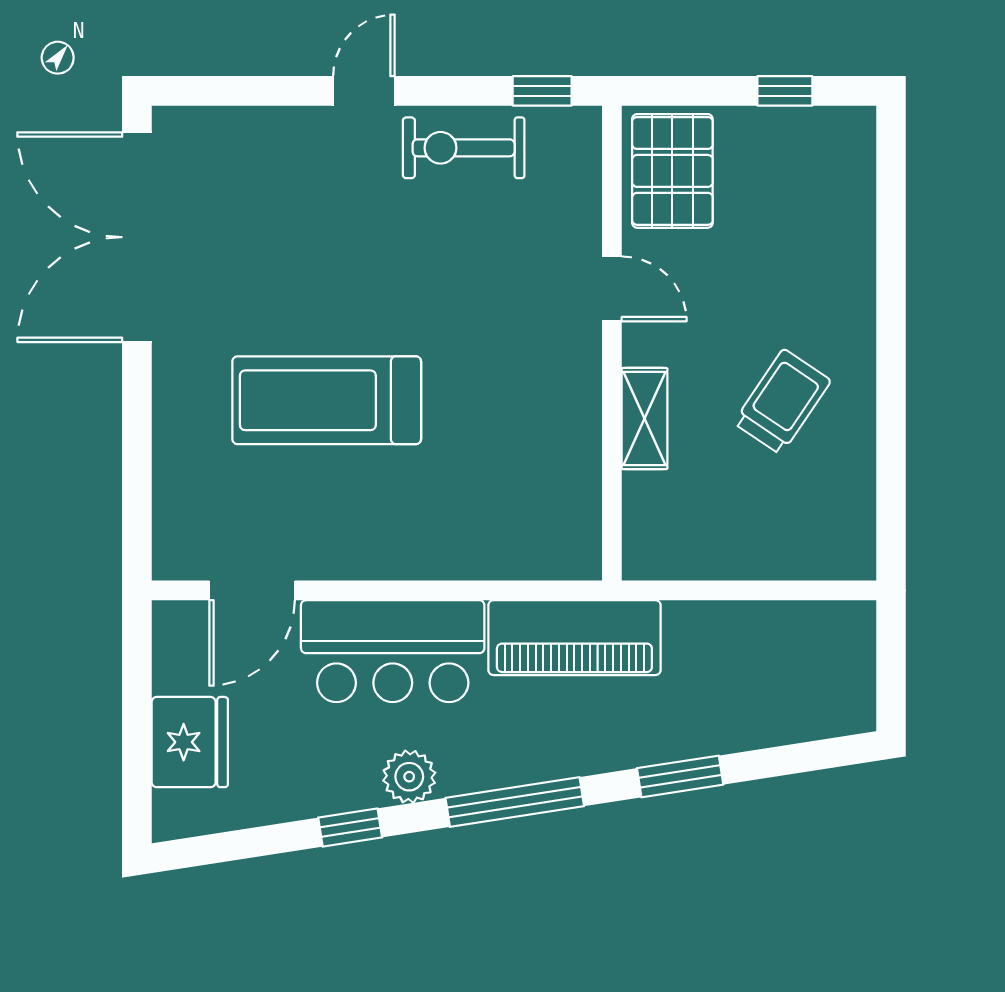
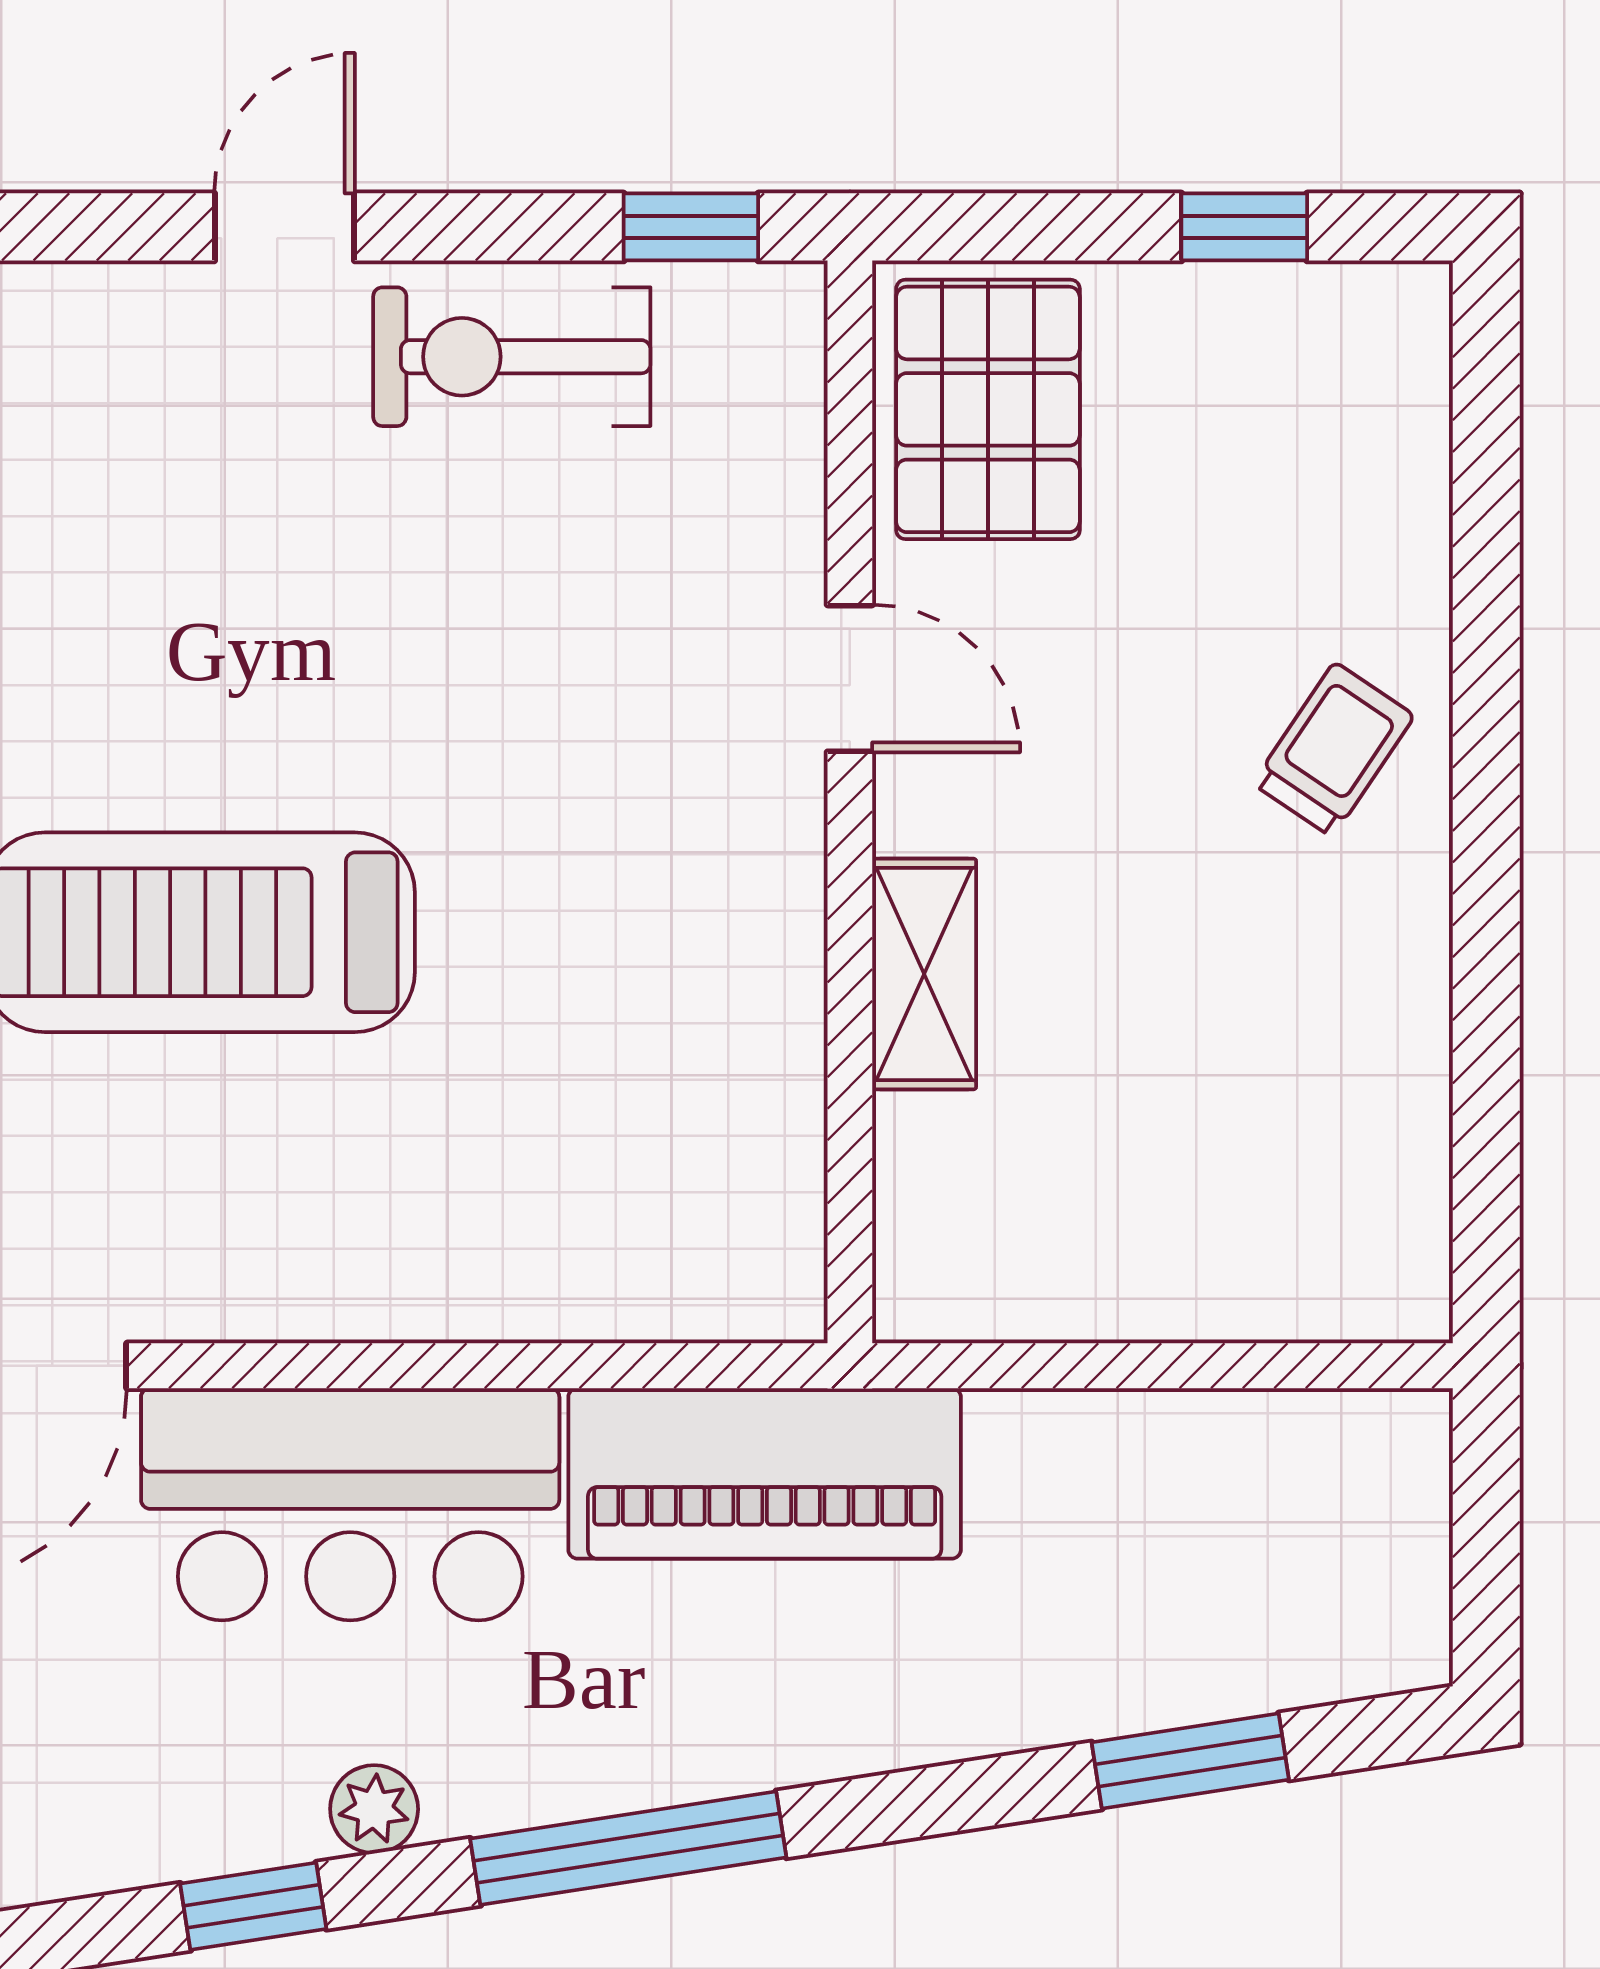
trolley: (782, 402) -> (1333, 750), moved, width x0.73, depth x0.72
window: (680, 776) -> (1190, 1761), moved
plant: (409, 777) -> (374, 1809), width x0.73, depth x0.73

